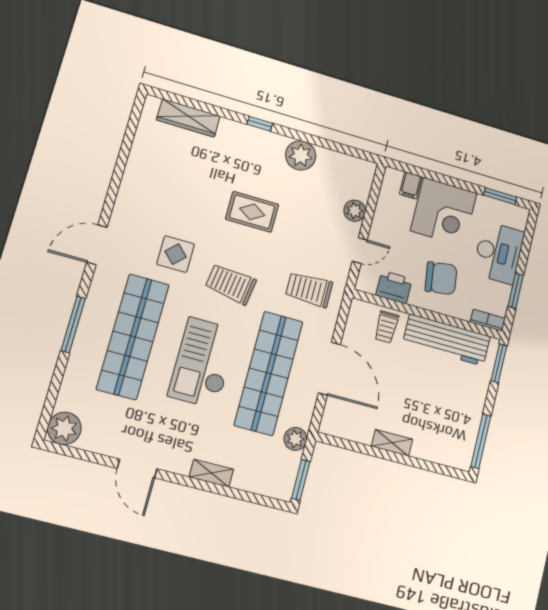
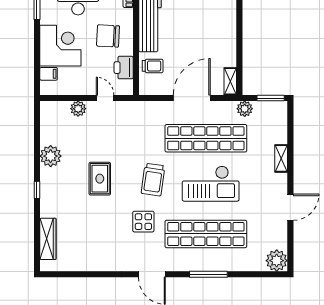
chair: (441, 278) -> (108, 36), turned -79
trolley: (309, 289) -> (142, 126), removed
shelving: (392, 443) -> (230, 81), moved

